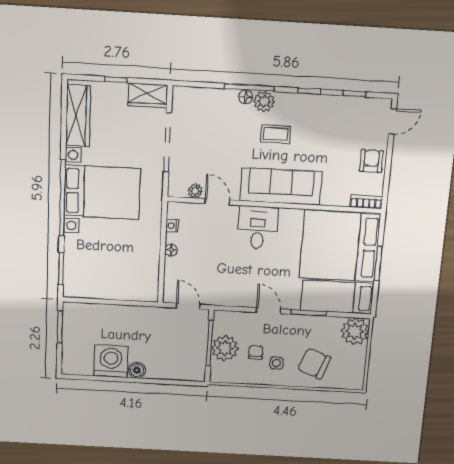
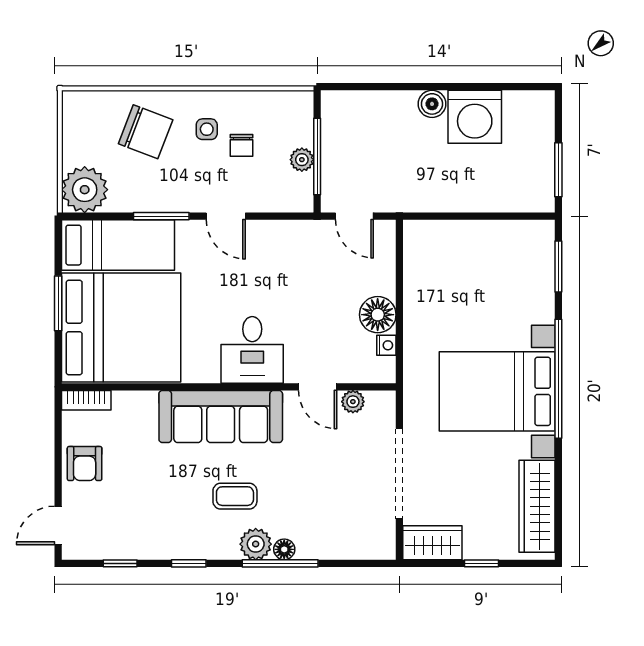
floor lamp: (171, 250) -> (378, 315), width x1.89, depth x1.89
plant: (225, 348) -> (302, 160), width x0.53, depth x0.53

